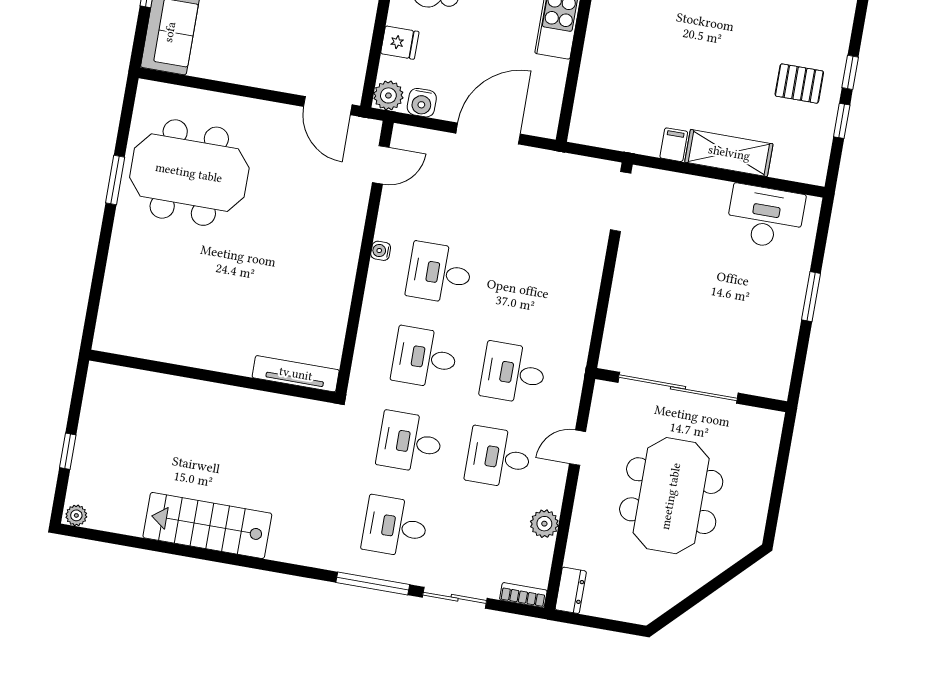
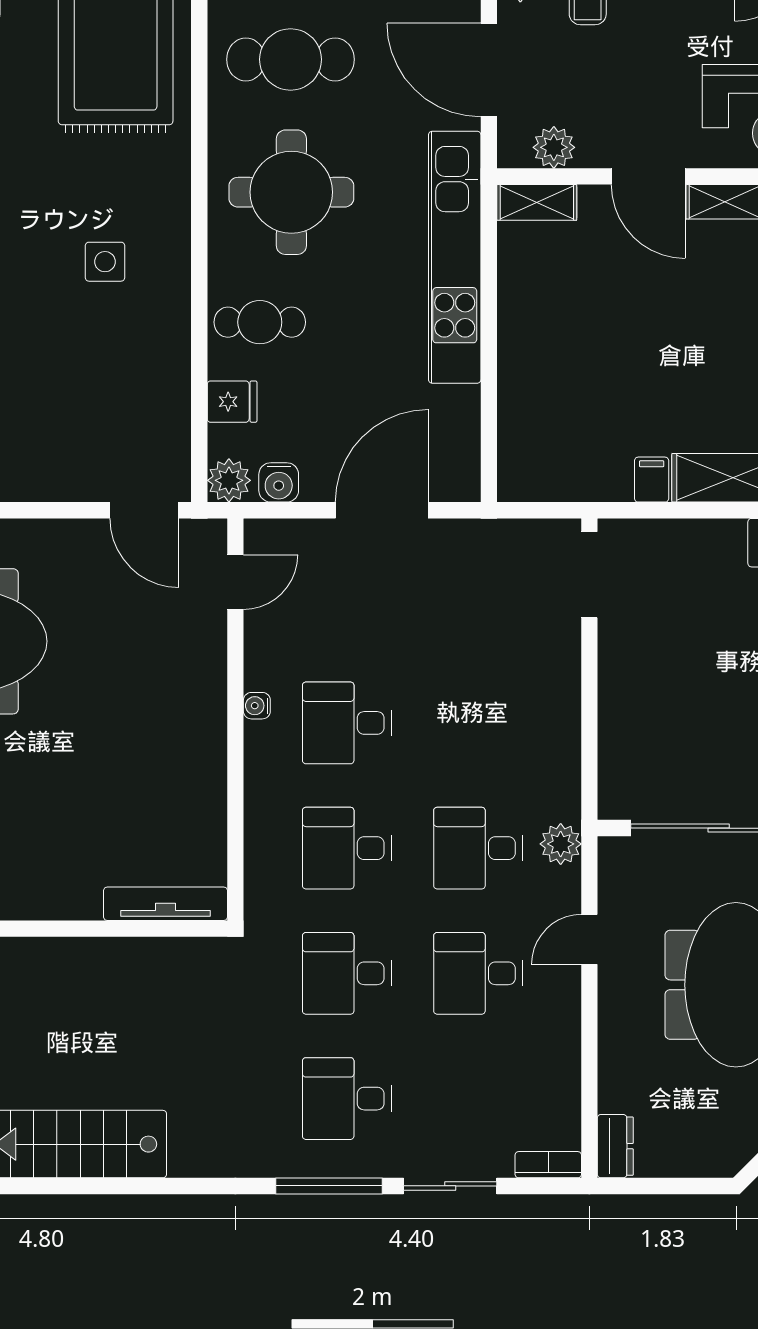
plant: (544, 524) -> (561, 844), moved

